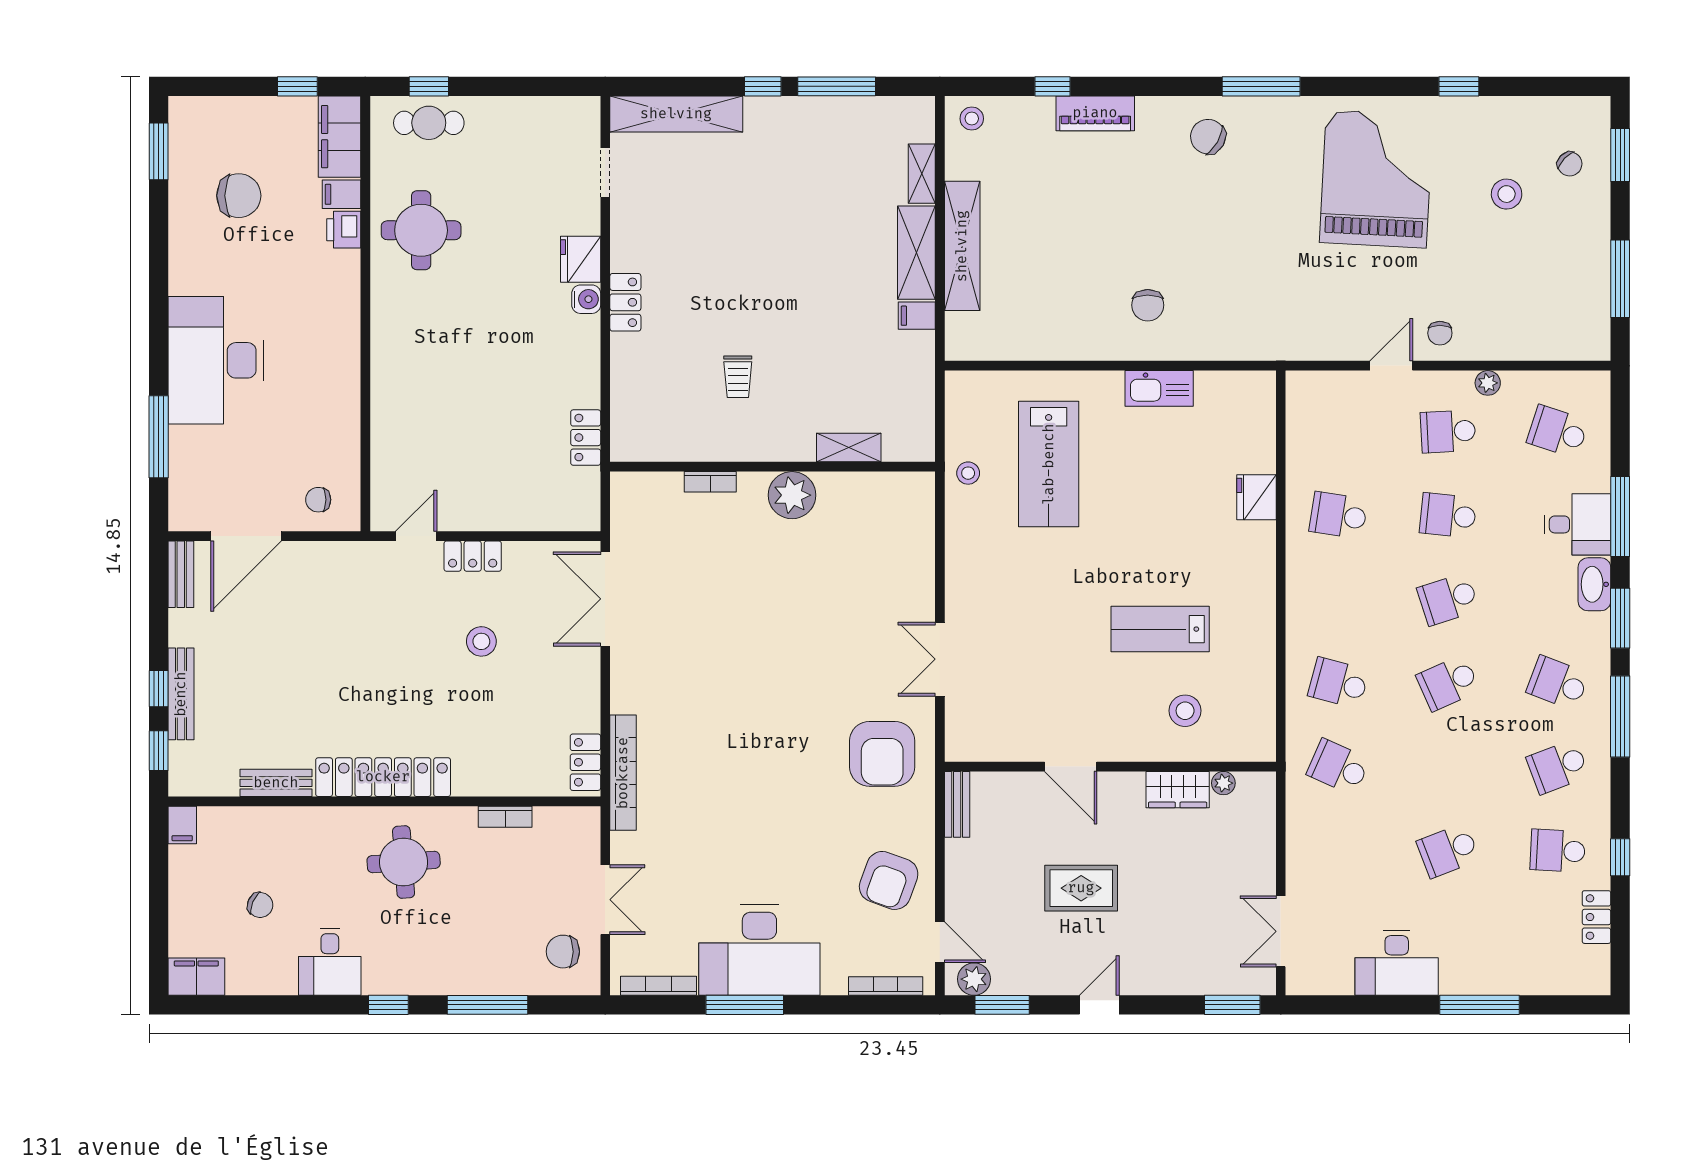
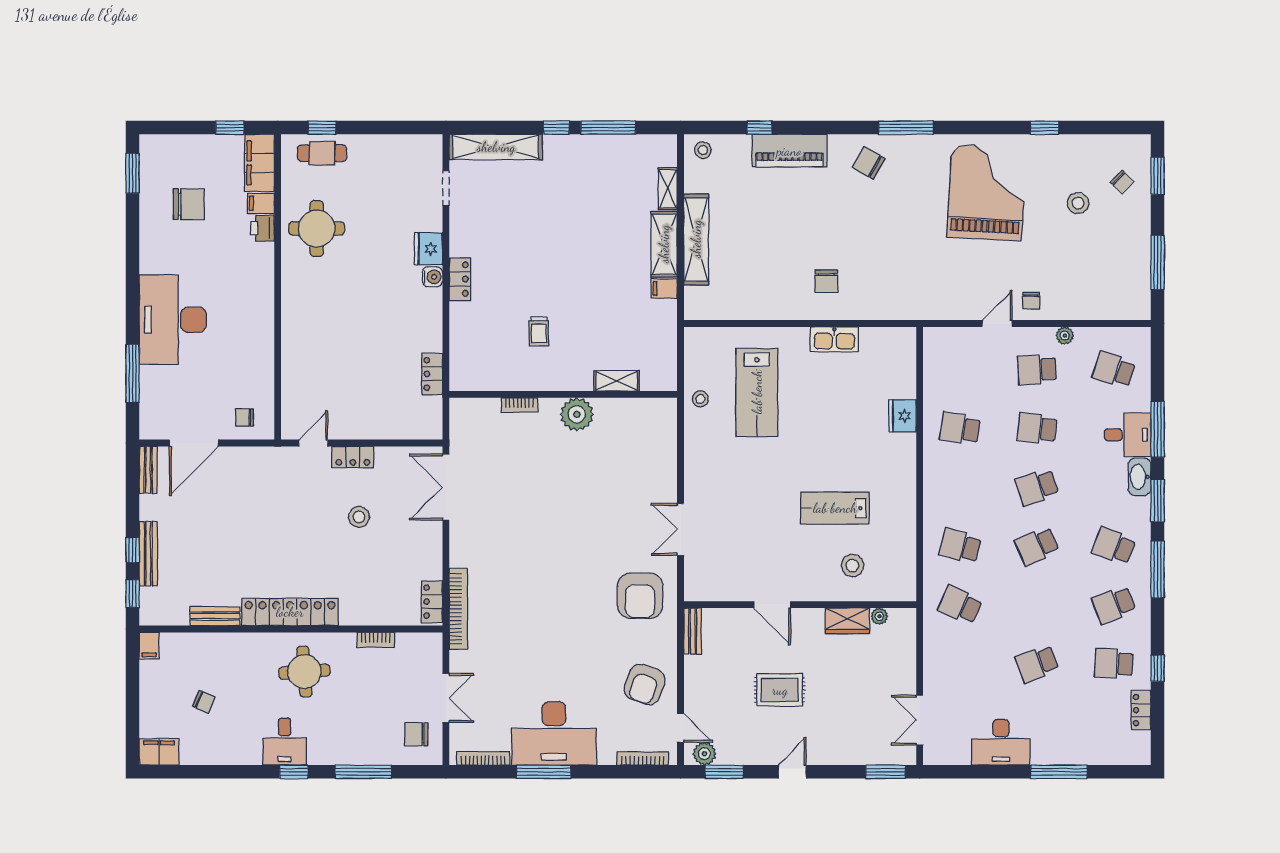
piano: (1095, 113) -> (789, 151), width x1.37, depth x1.33
desk: (330, 962) -> (285, 742), moved

